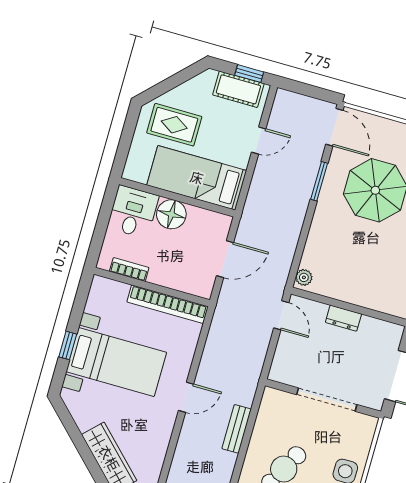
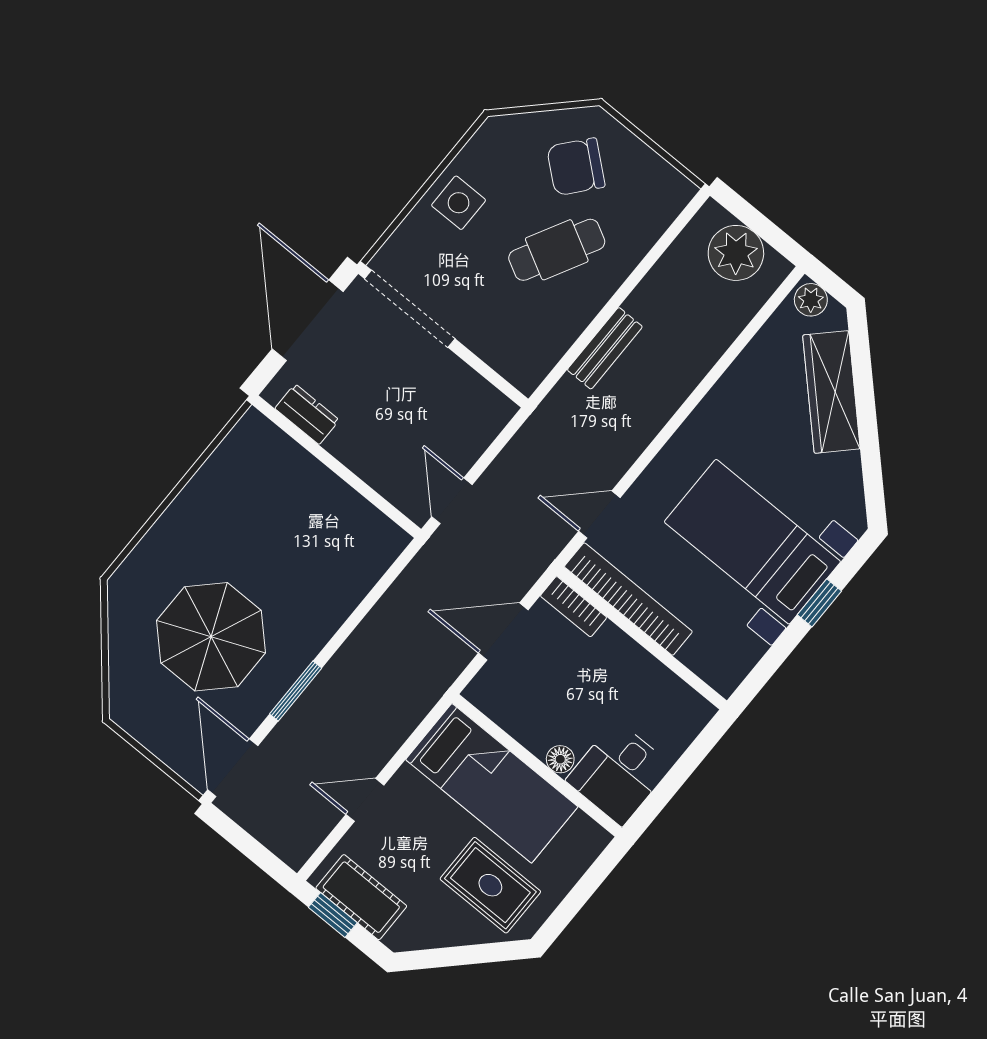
floor lamp: (171, 214) -> (560, 759), width x0.53, depth x0.53
bookcase: (129, 270) -> (574, 607), moved
plant: (304, 277) -> (389, 546), removed
dresser: (343, 318) -> (307, 414), moved
door: (186, 397) -> (599, 515), moved
doorway: (327, 400) -> (410, 309), moved

